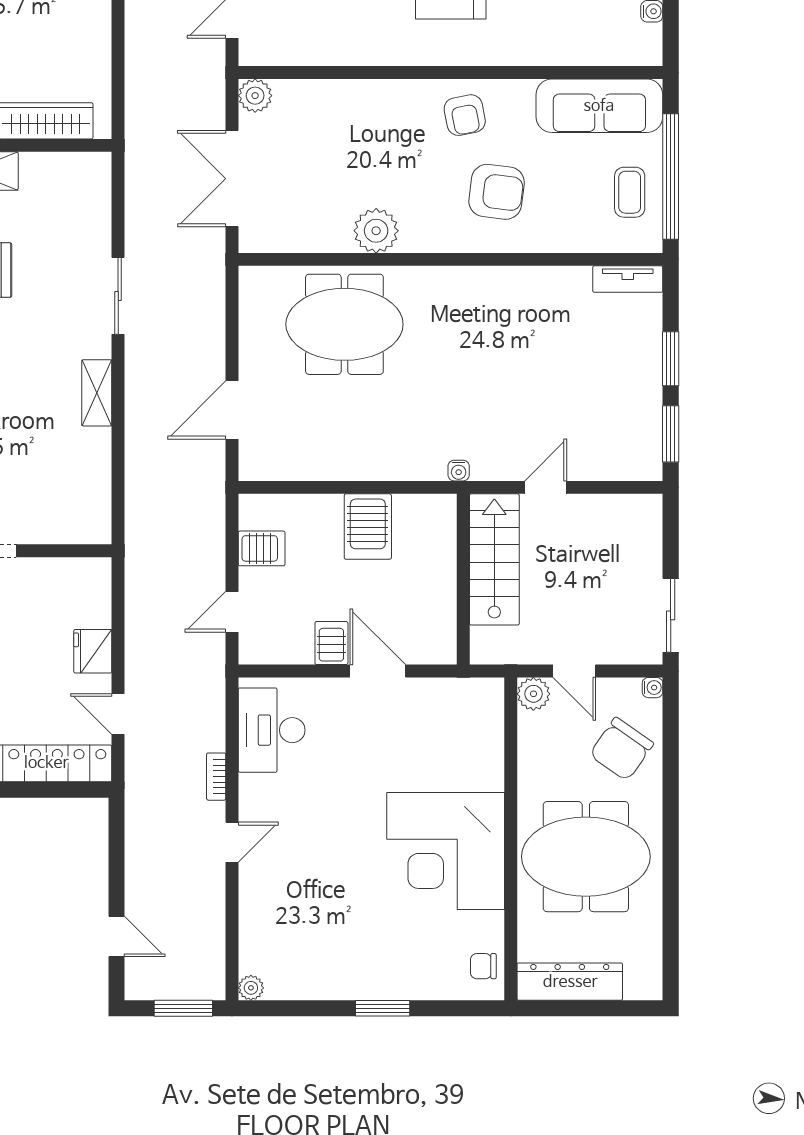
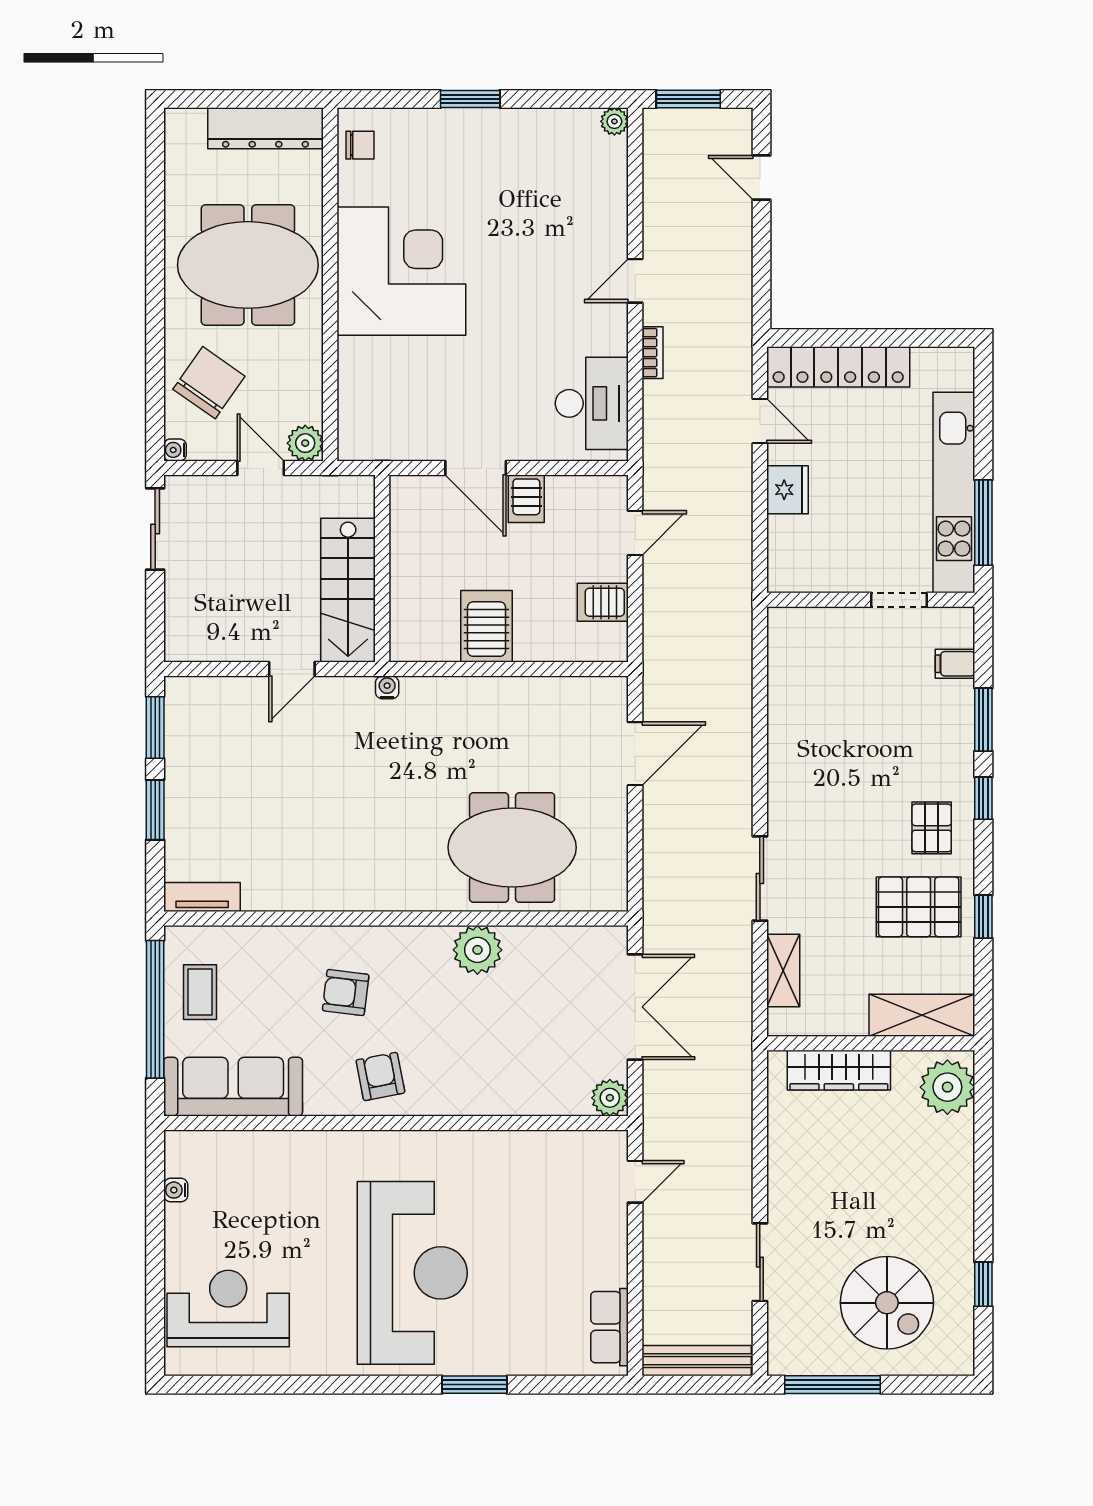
armchair: (497, 192) -> (346, 993), width x0.72, depth x0.72
shelving: (97, 393) -> (783, 971), moved

